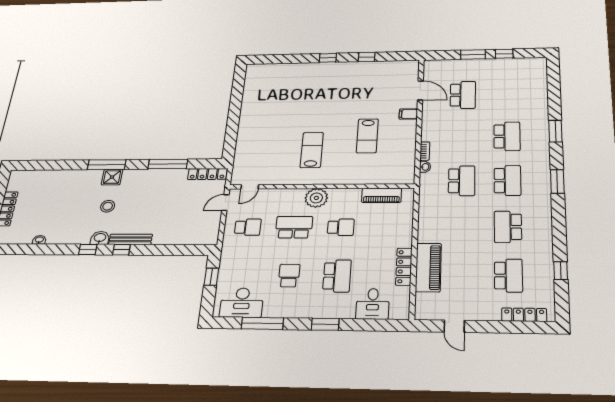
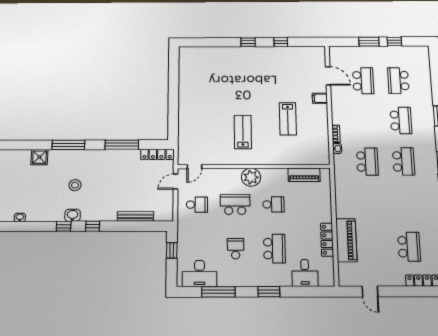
shower: (112, 177) -> (39, 157), moved
school desk: (508, 227) -> (398, 81), moved
bench: (130, 239) -> (135, 216), moved

